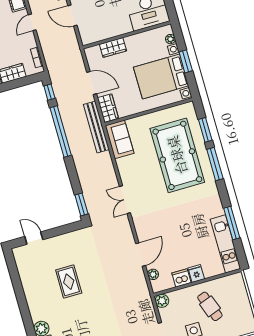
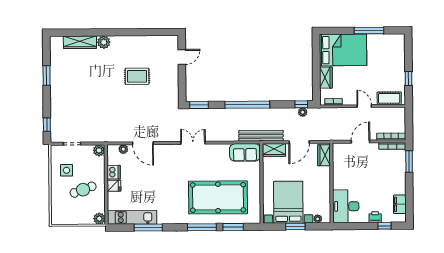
wardrobe: (113, 47) -> (324, 155), moved
plant: (58, 88) -> (303, 112), added
window: (61, 131) -> (247, 105), moved
plant: (237, 279) -> (99, 219), added

